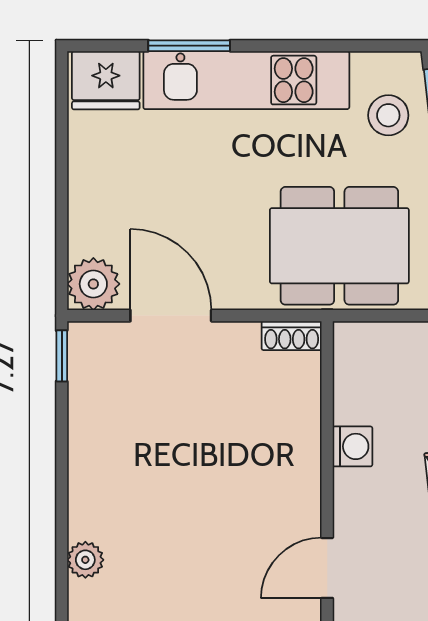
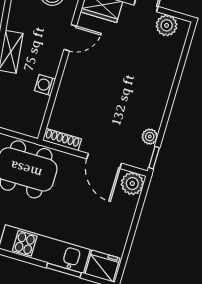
shoe rack: (292, 336) -> (62, 140), width x1.43
plant: (85, 560) -> (150, 137), moved

